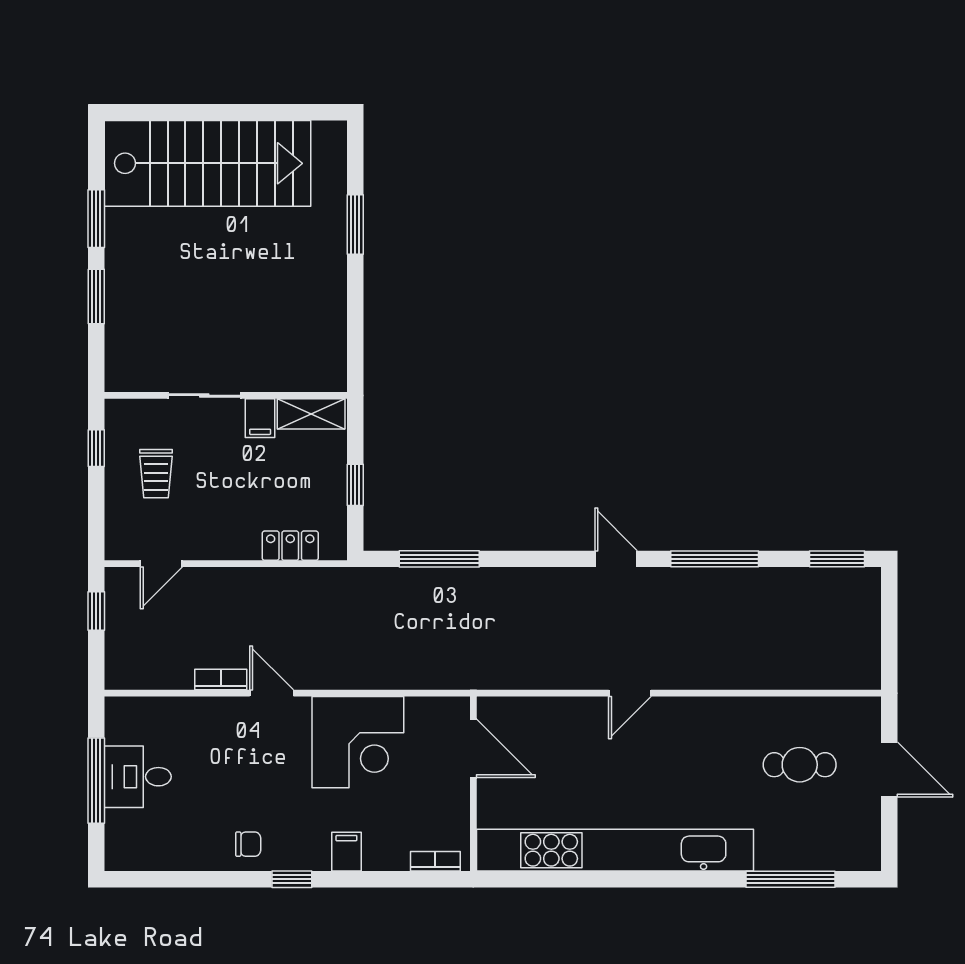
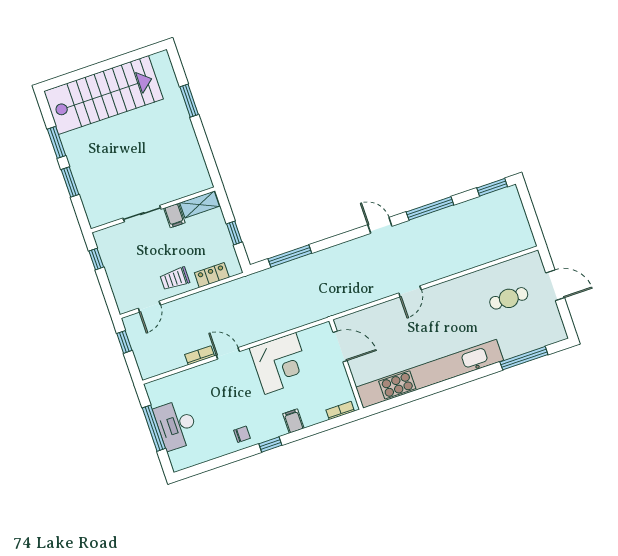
trolley: (156, 474) -> (175, 279), moved, turned 90
desk: (138, 777) -> (176, 425), width x1.37

